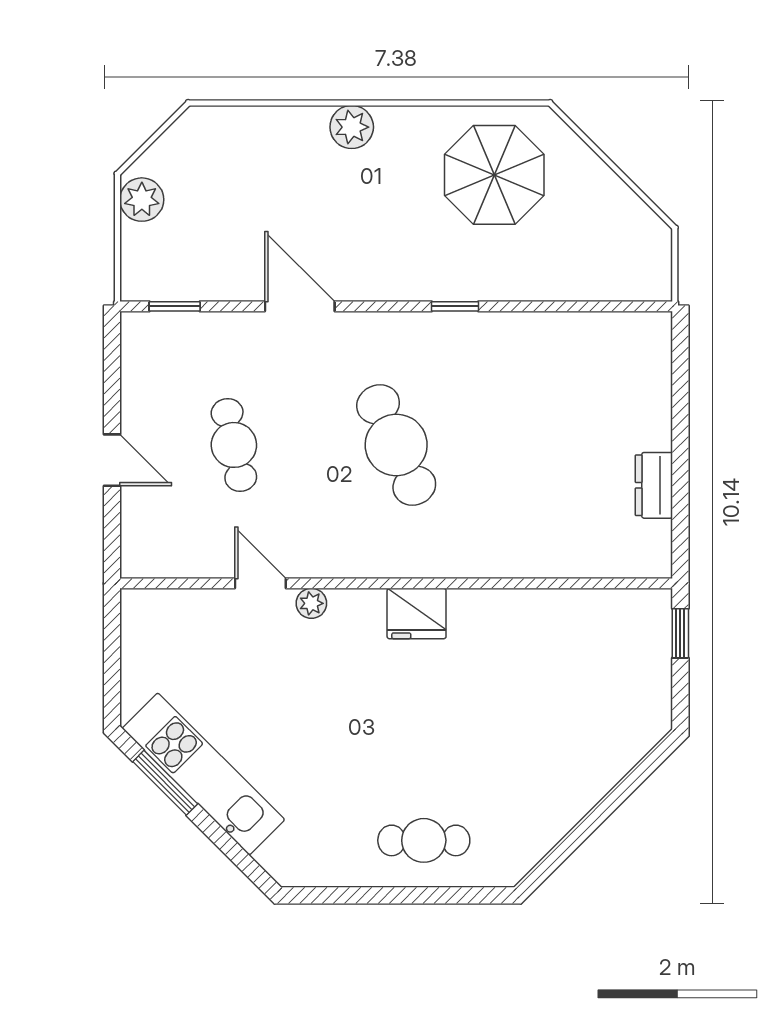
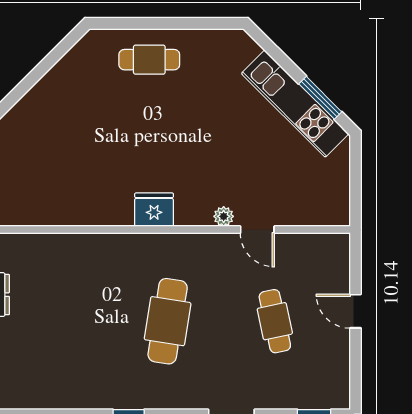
cafe table: (396, 445) -> (168, 321), turned 33

